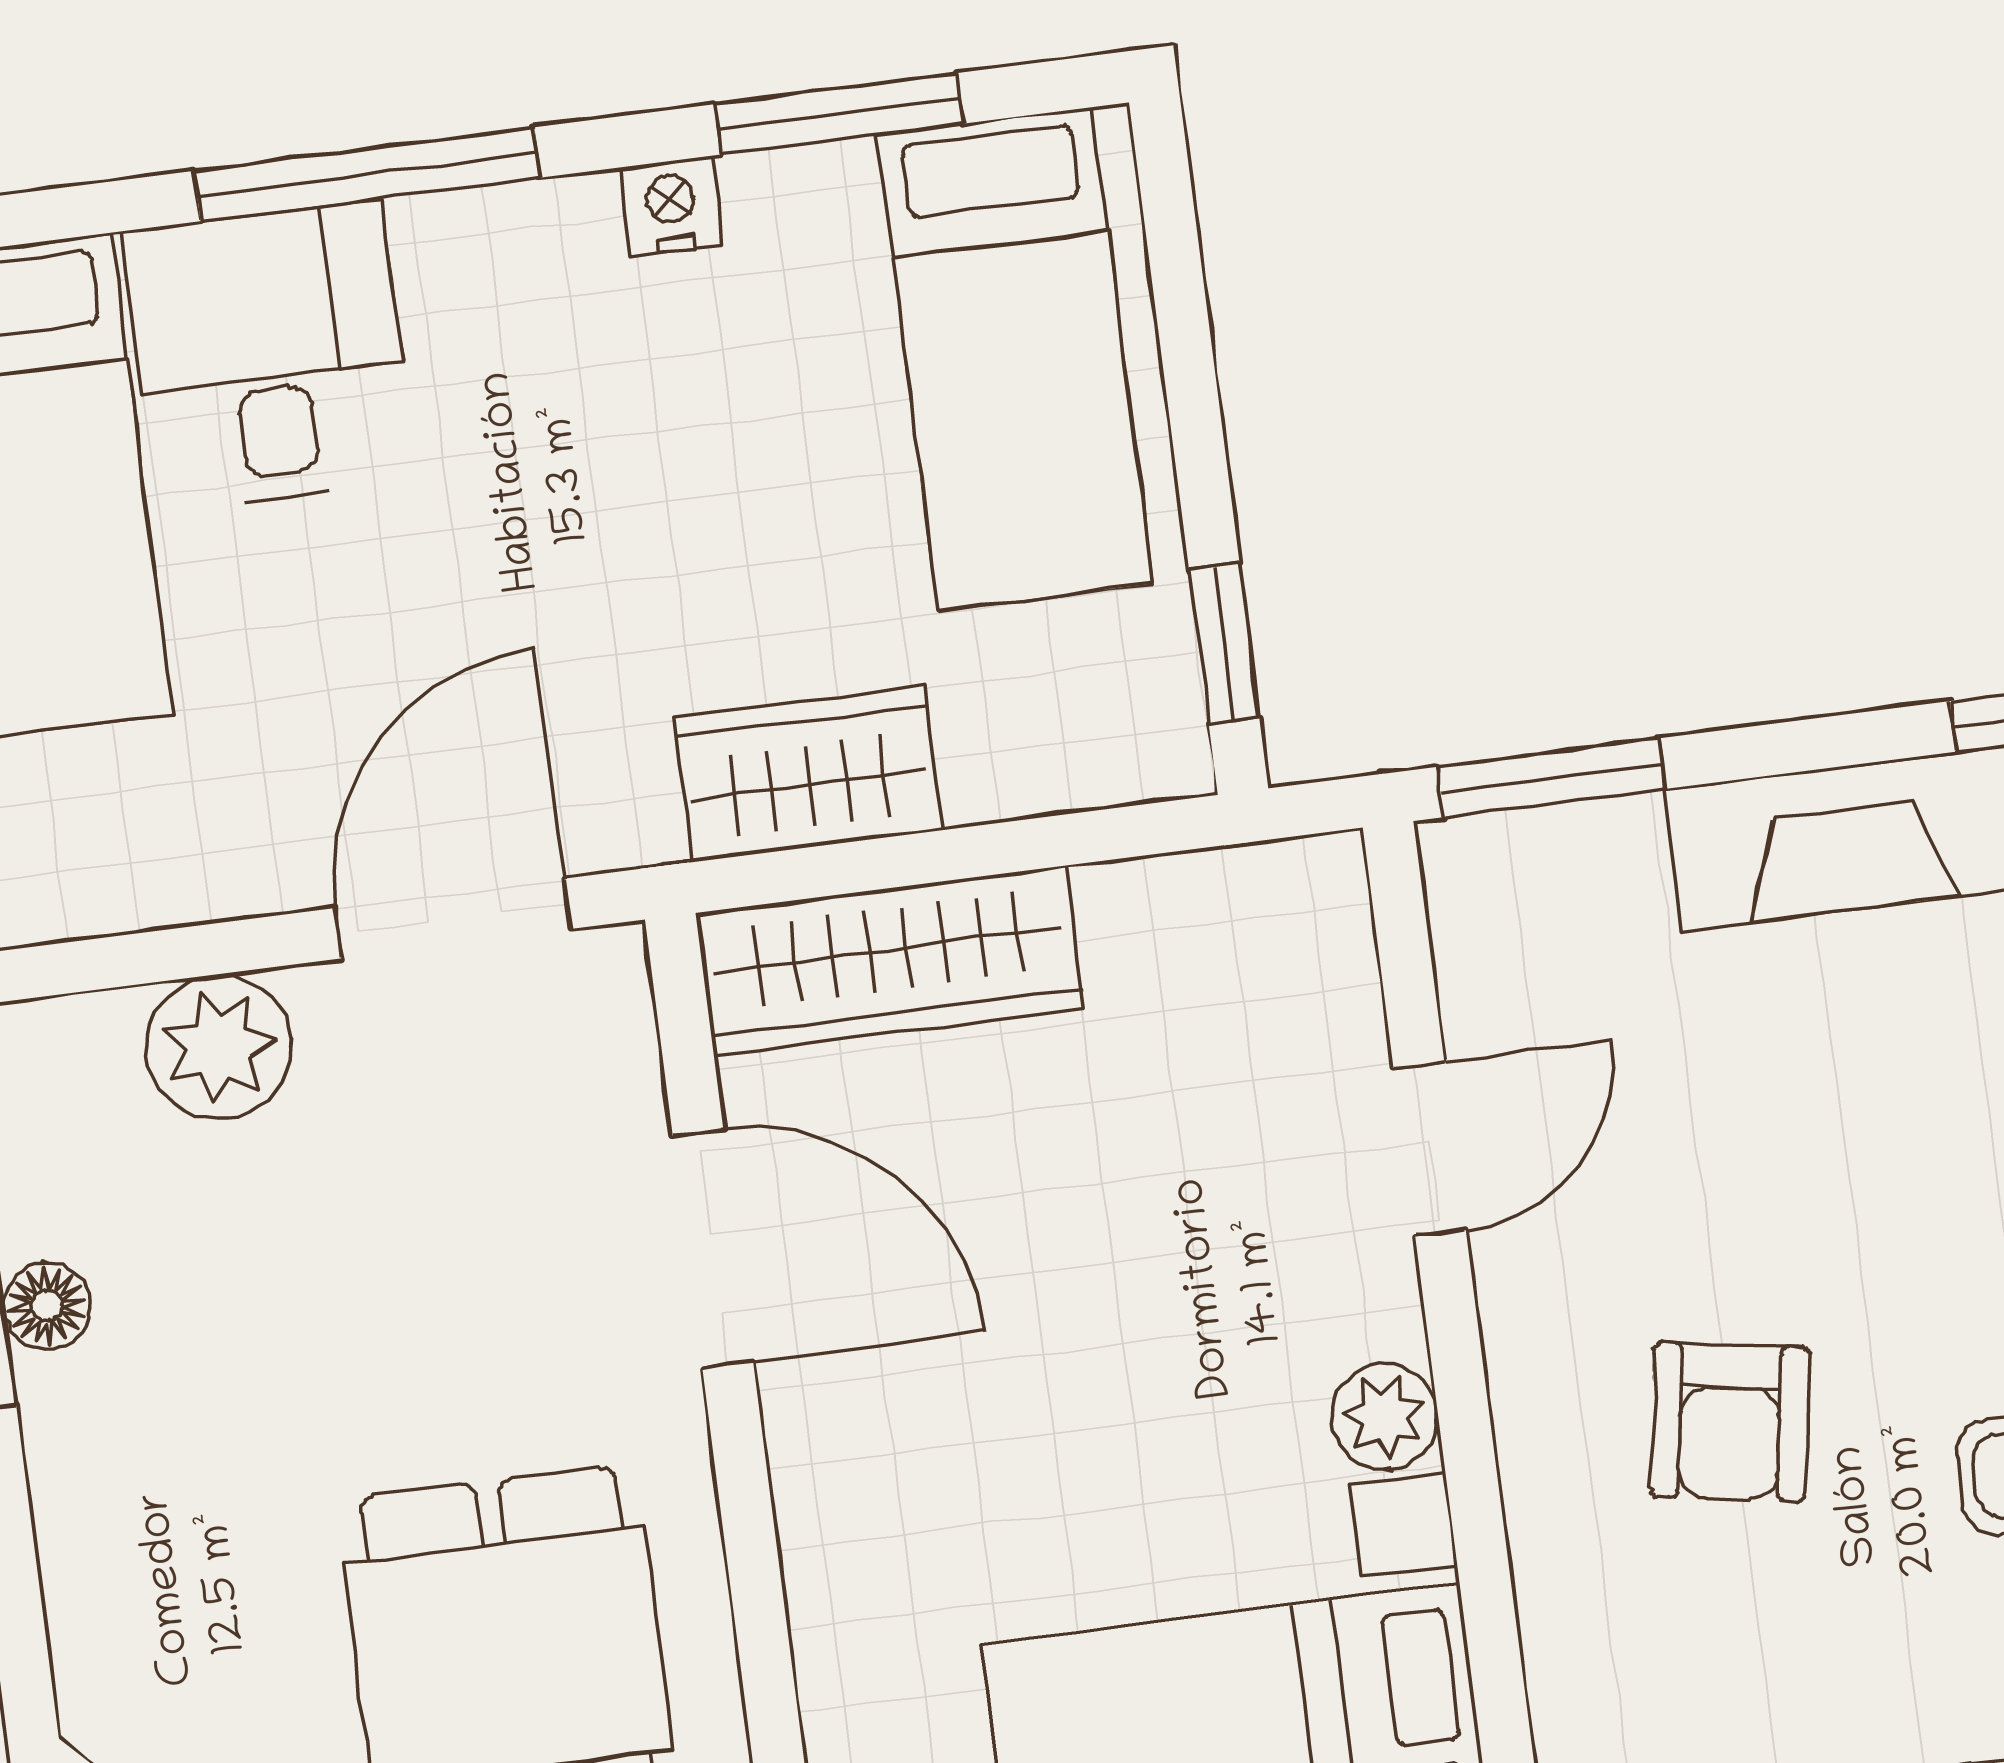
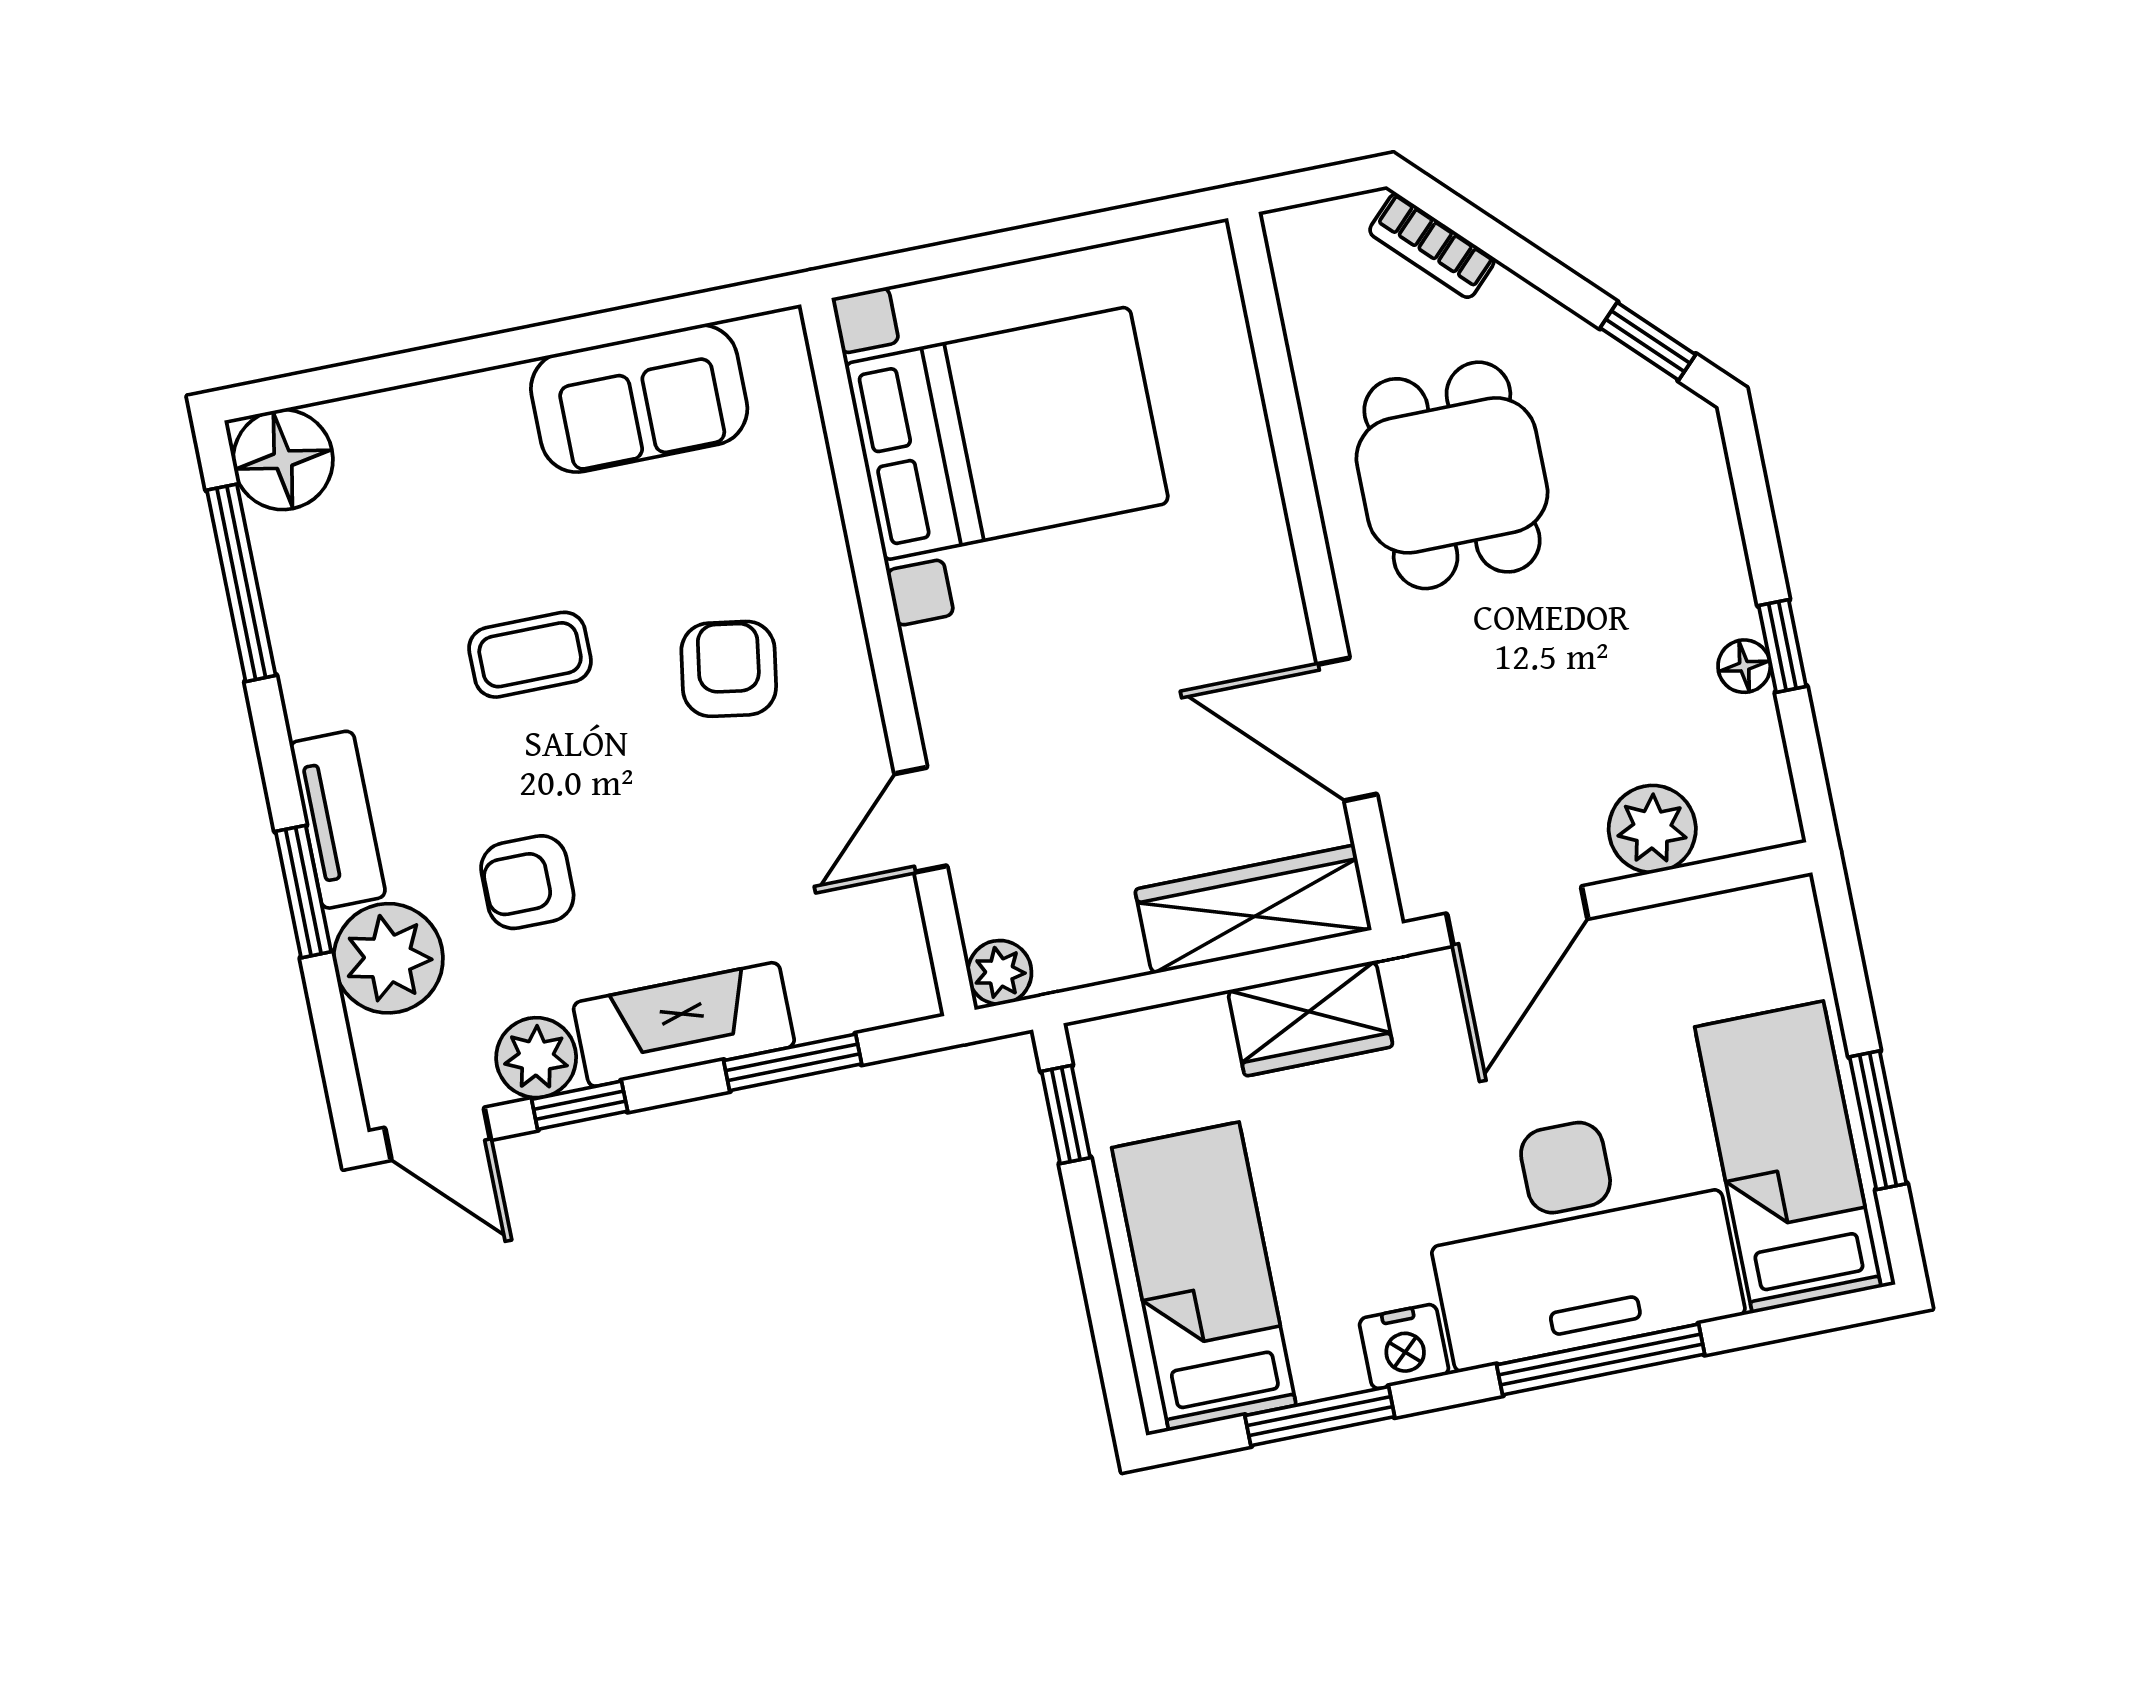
nightstand: (671, 206) -> (1404, 1347), width x1.39, depth x1.35
desk: (269, 355) -> (1579, 1235), width x1.87, depth x1.30
window: (1551, 778) -> (793, 1062), moved
plant: (1385, 1417) -> (1000, 972), moved

